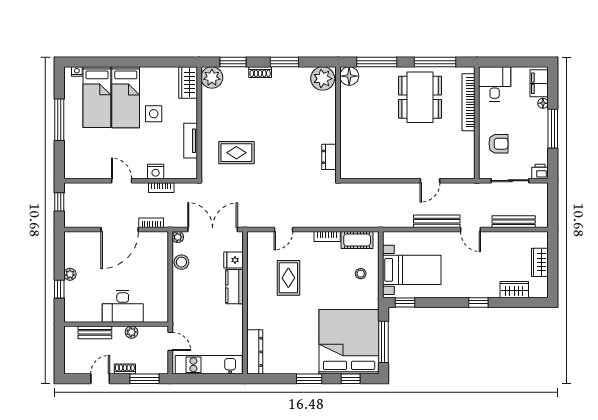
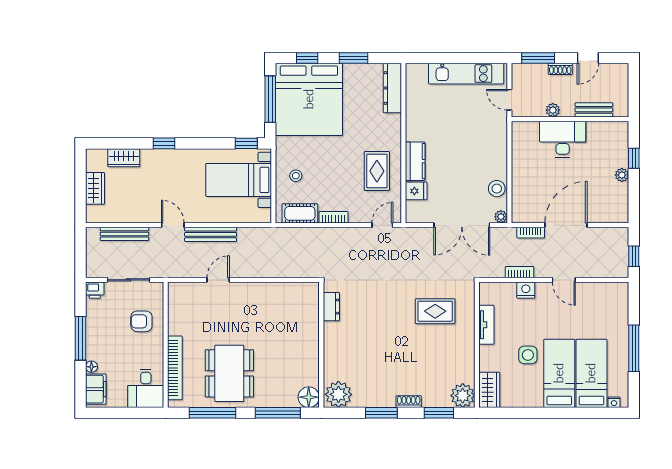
fridge: (234, 260) -> (416, 191), moved
kitchen counter: (234, 287) -> (415, 161), moved
wall: (245, 303) -> (403, 143), moved
dresser: (255, 352) -> (392, 88), moved

